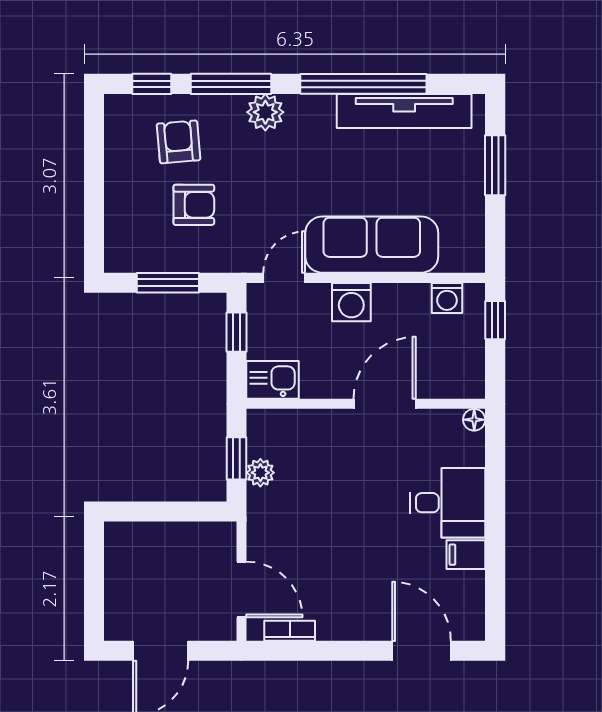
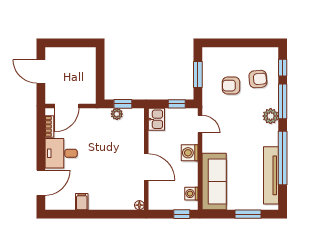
armchair: (194, 205) -> (231, 86), turned 90
sofa: (372, 245) -> (214, 182), moved
desk: (448, 503) -> (61, 153), moved, turned 90

